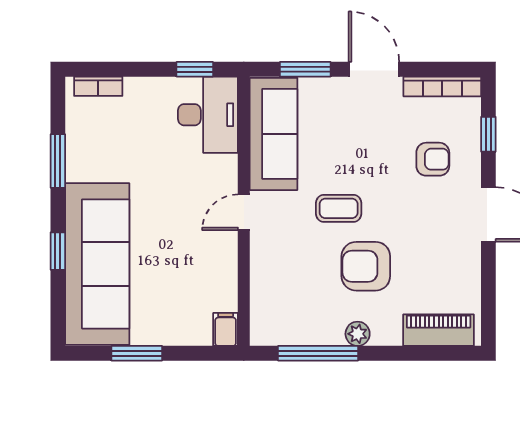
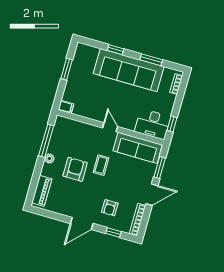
sofa: (97, 264) -> (129, 70), moved

